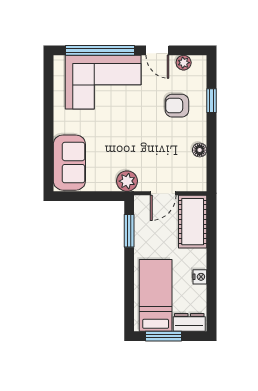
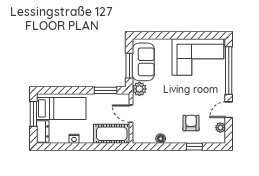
corner sofa: (103, 82) -> (198, 57), moved, turned -90
sofa: (69, 163) -> (143, 62), moved, turned -90
window: (93, 196) -> (129, 66), added

